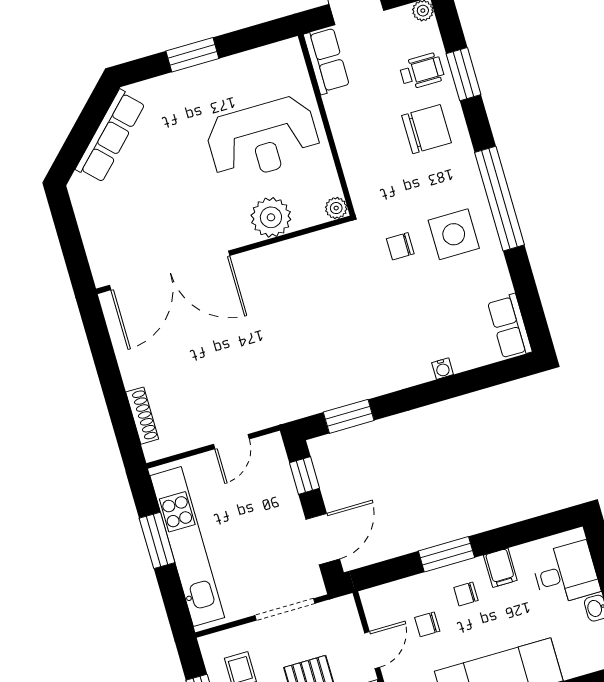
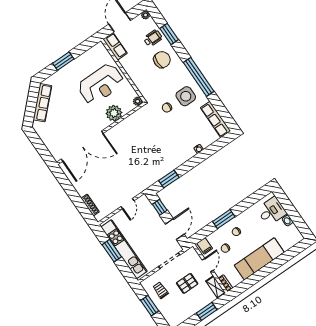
row of seats: (510, 326) -> (215, 119), width x1.48
filing cabinet: (500, 568) -> (205, 246), moved

